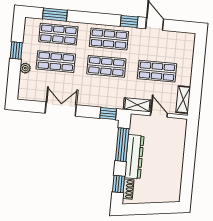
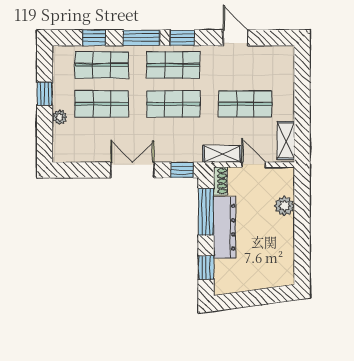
window: (55, 15) -> (94, 38), width x0.67
window: (88, 18) -> (141, 38), added
window: (129, 22) -> (182, 38), moved
double door: (61, 109) -> (132, 170), moved
plant: (178, 146) -> (284, 206), added
shoe rack: (128, 189) -> (220, 181), moved

